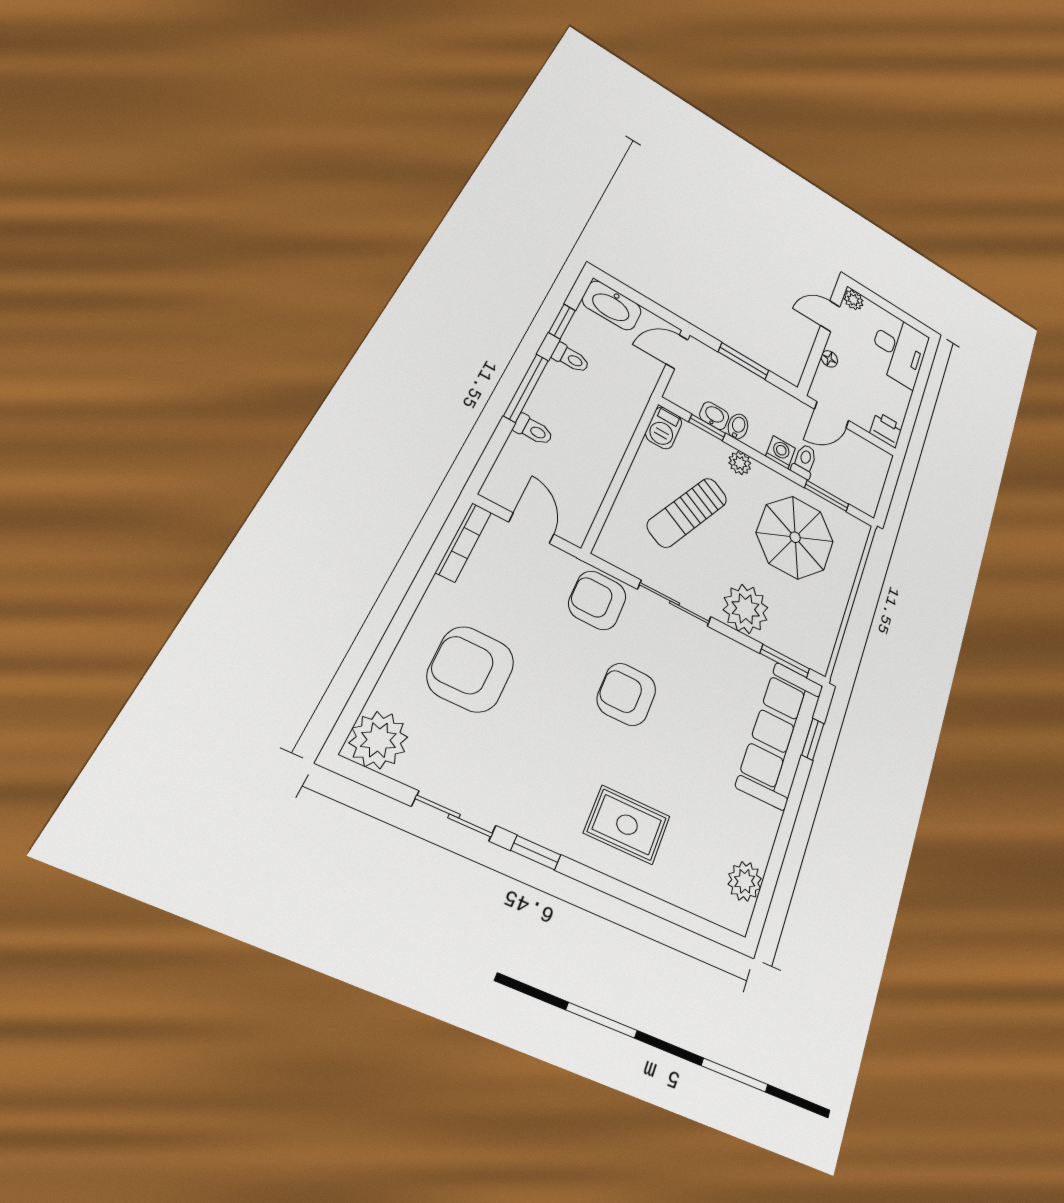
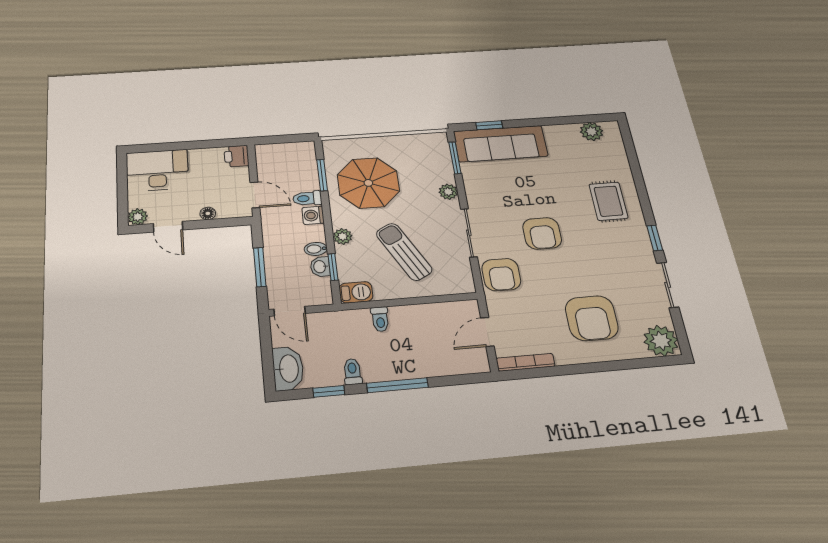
toilet: (533, 430) -> (380, 319), moved, turned 180
sun lounger: (687, 512) -> (404, 252), turned -145
plant: (746, 609) -> (448, 192), width x0.53, depth x0.53

